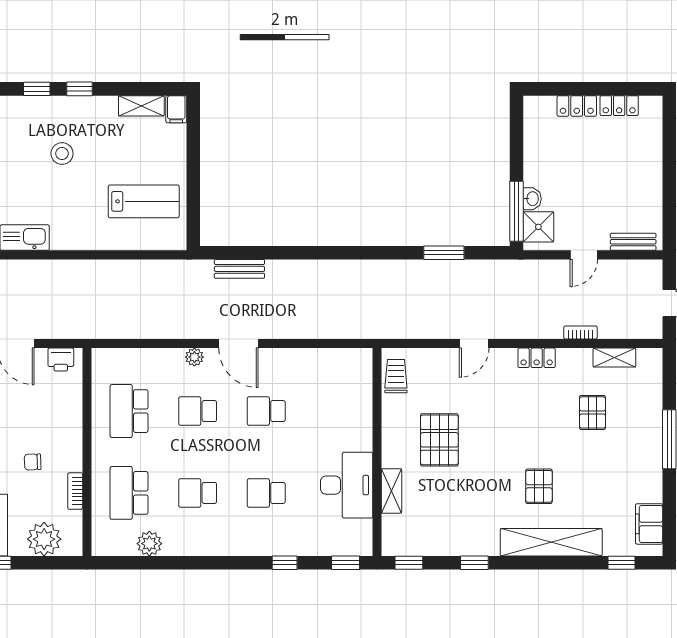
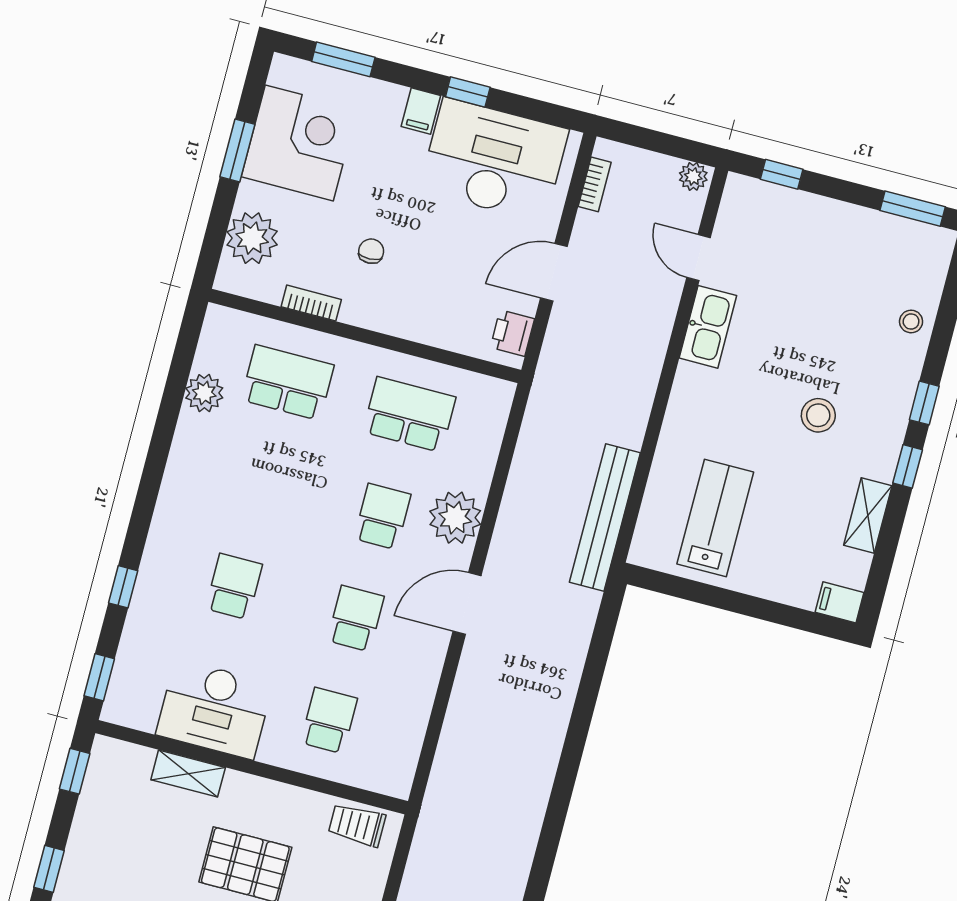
shelving: (141, 106) -> (868, 516), moved
lab bench: (144, 201) -> (715, 518), turned 180
bench: (239, 269) -> (605, 517), moved, width x1.86, depth x1.21
plant: (194, 357) -> (455, 518), width x1.88, depth x1.88
trolley: (396, 376) -> (357, 825), turned 180
school desk: (198, 493) -> (329, 720), moved

